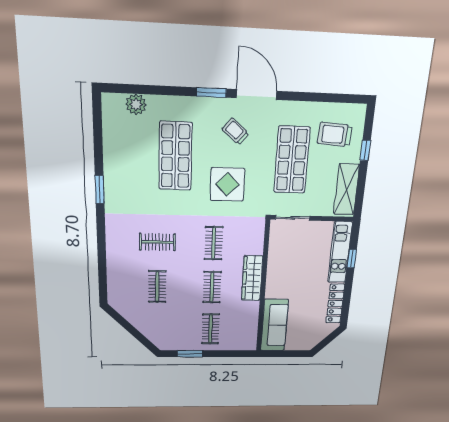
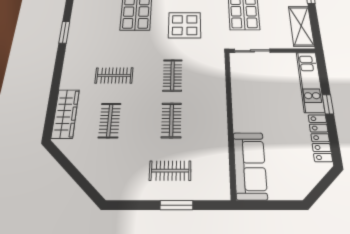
window: (352, 259) -> (328, 104), moved
wardrobe: (252, 278) -> (65, 114), moved, turned 180
clothes rail: (210, 329) -> (170, 171), turned 90
window: (190, 354) -> (176, 205), moved

